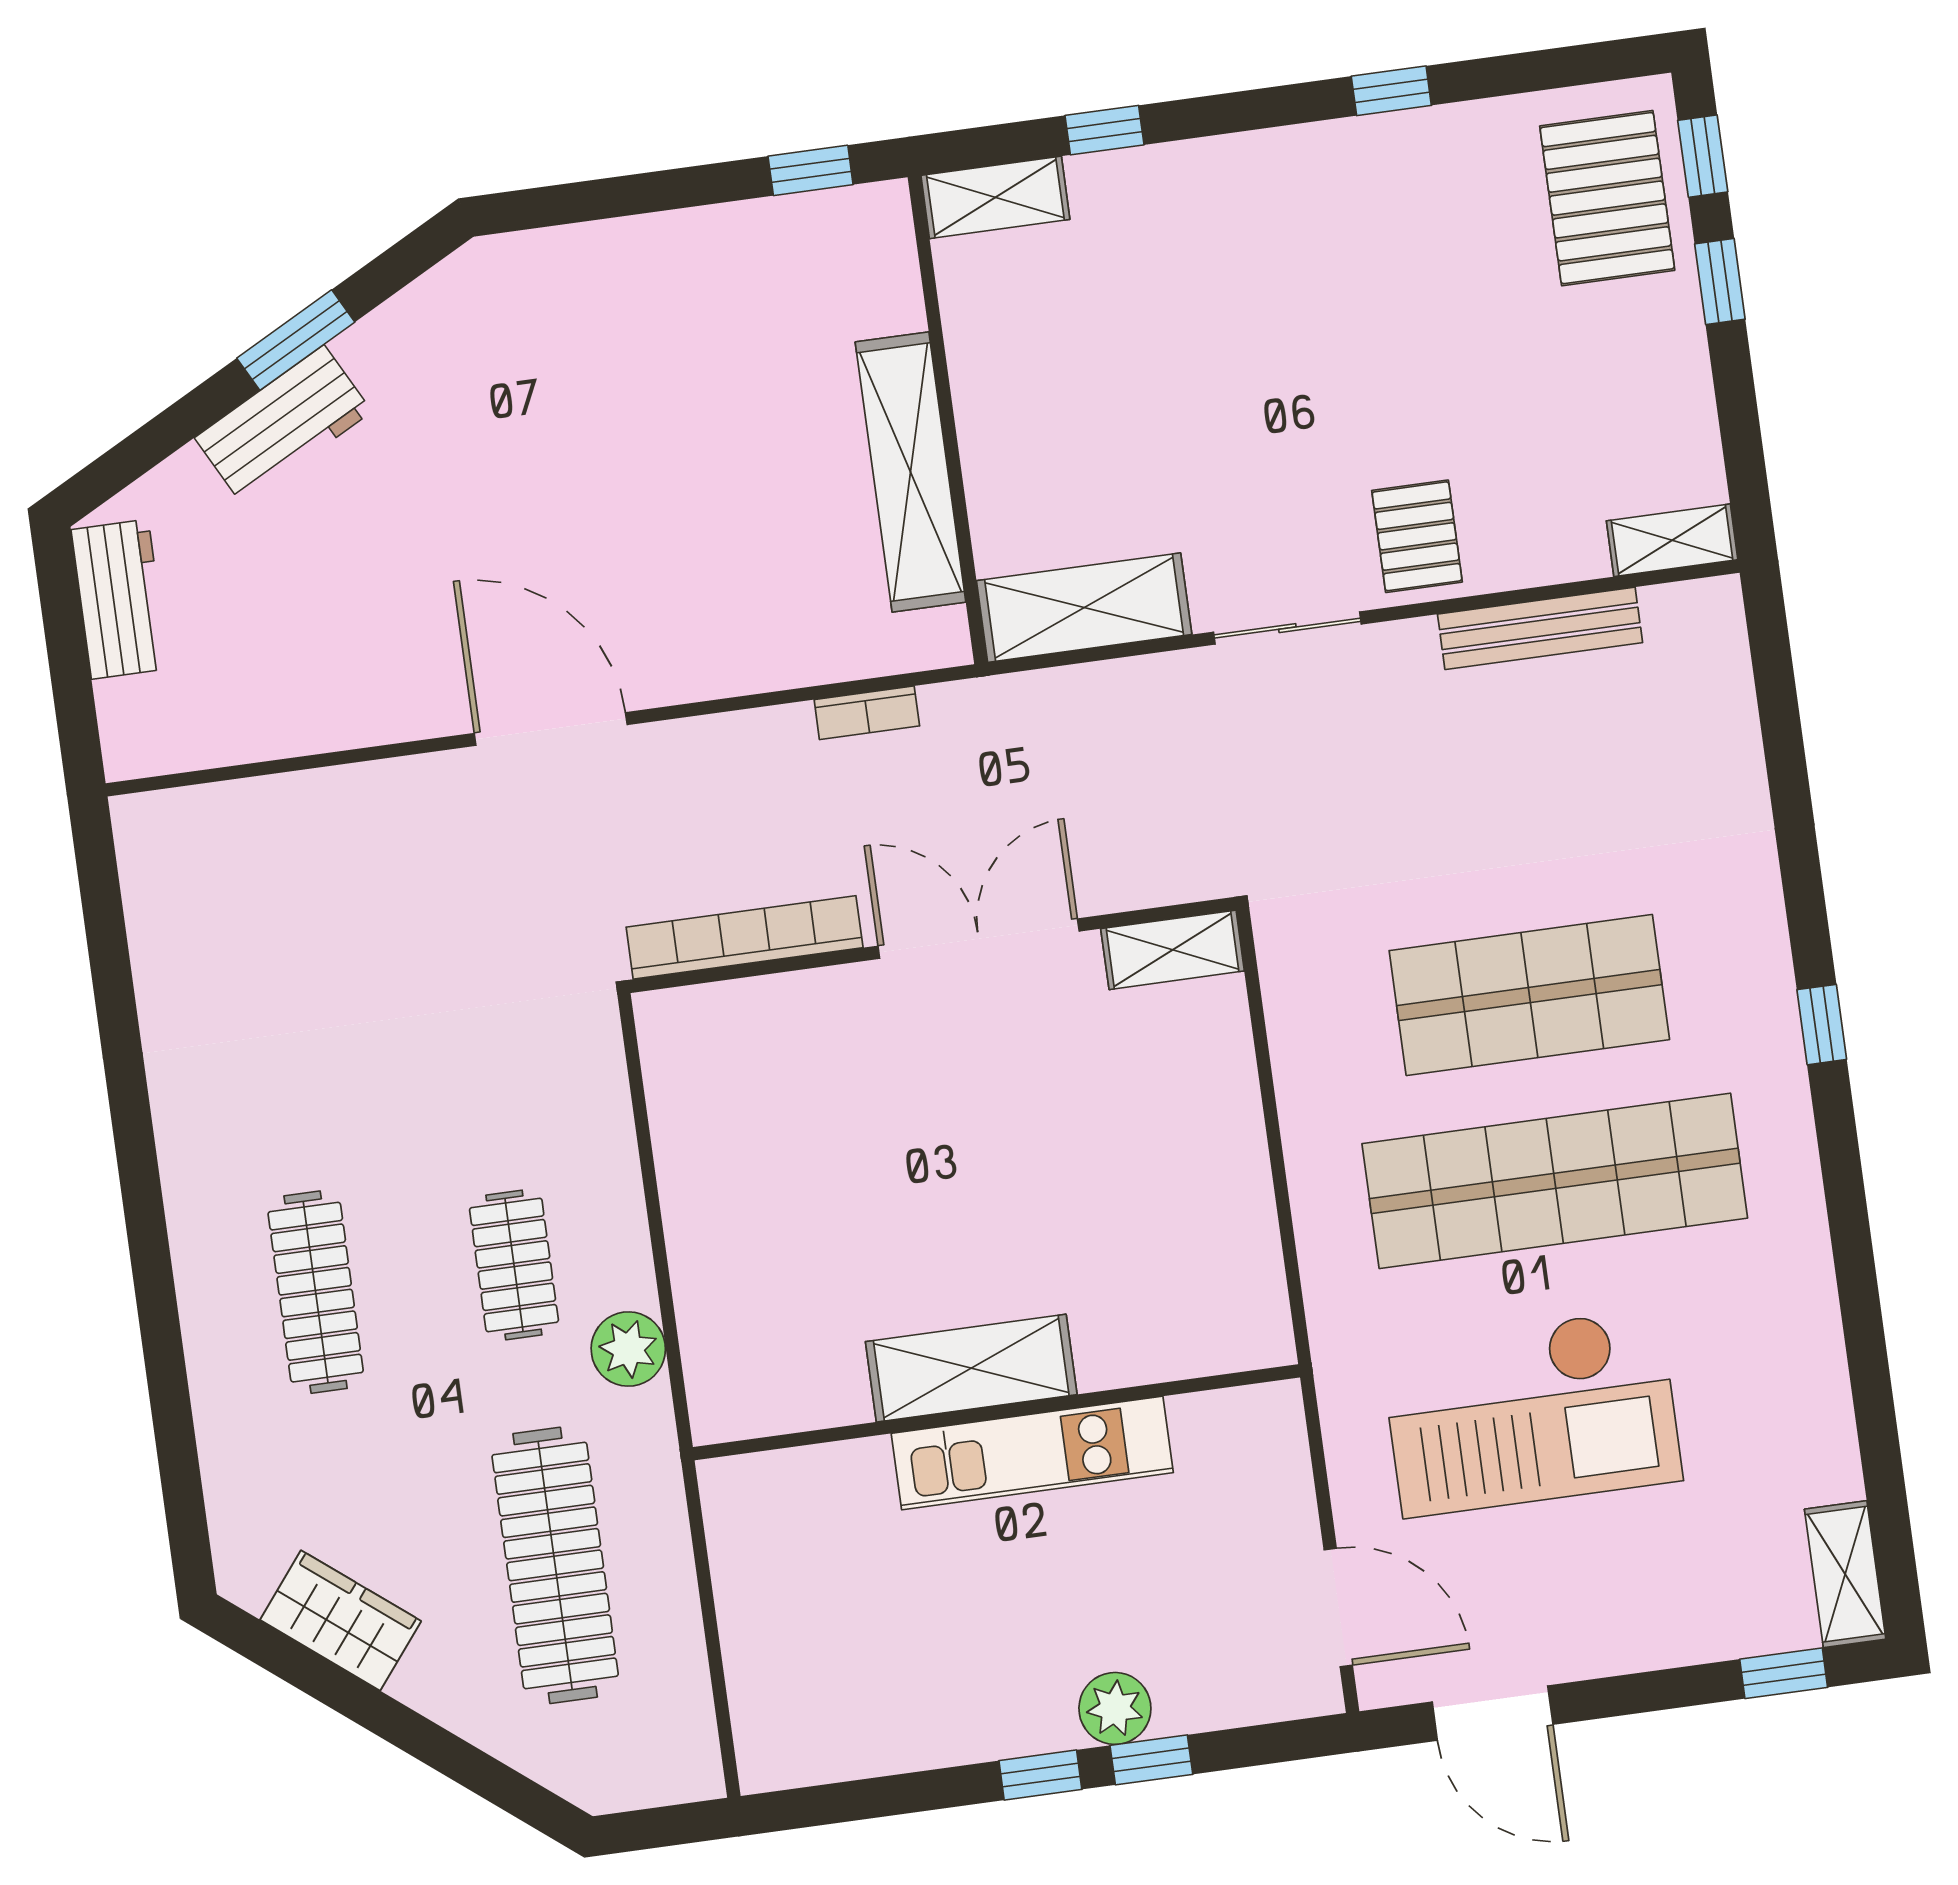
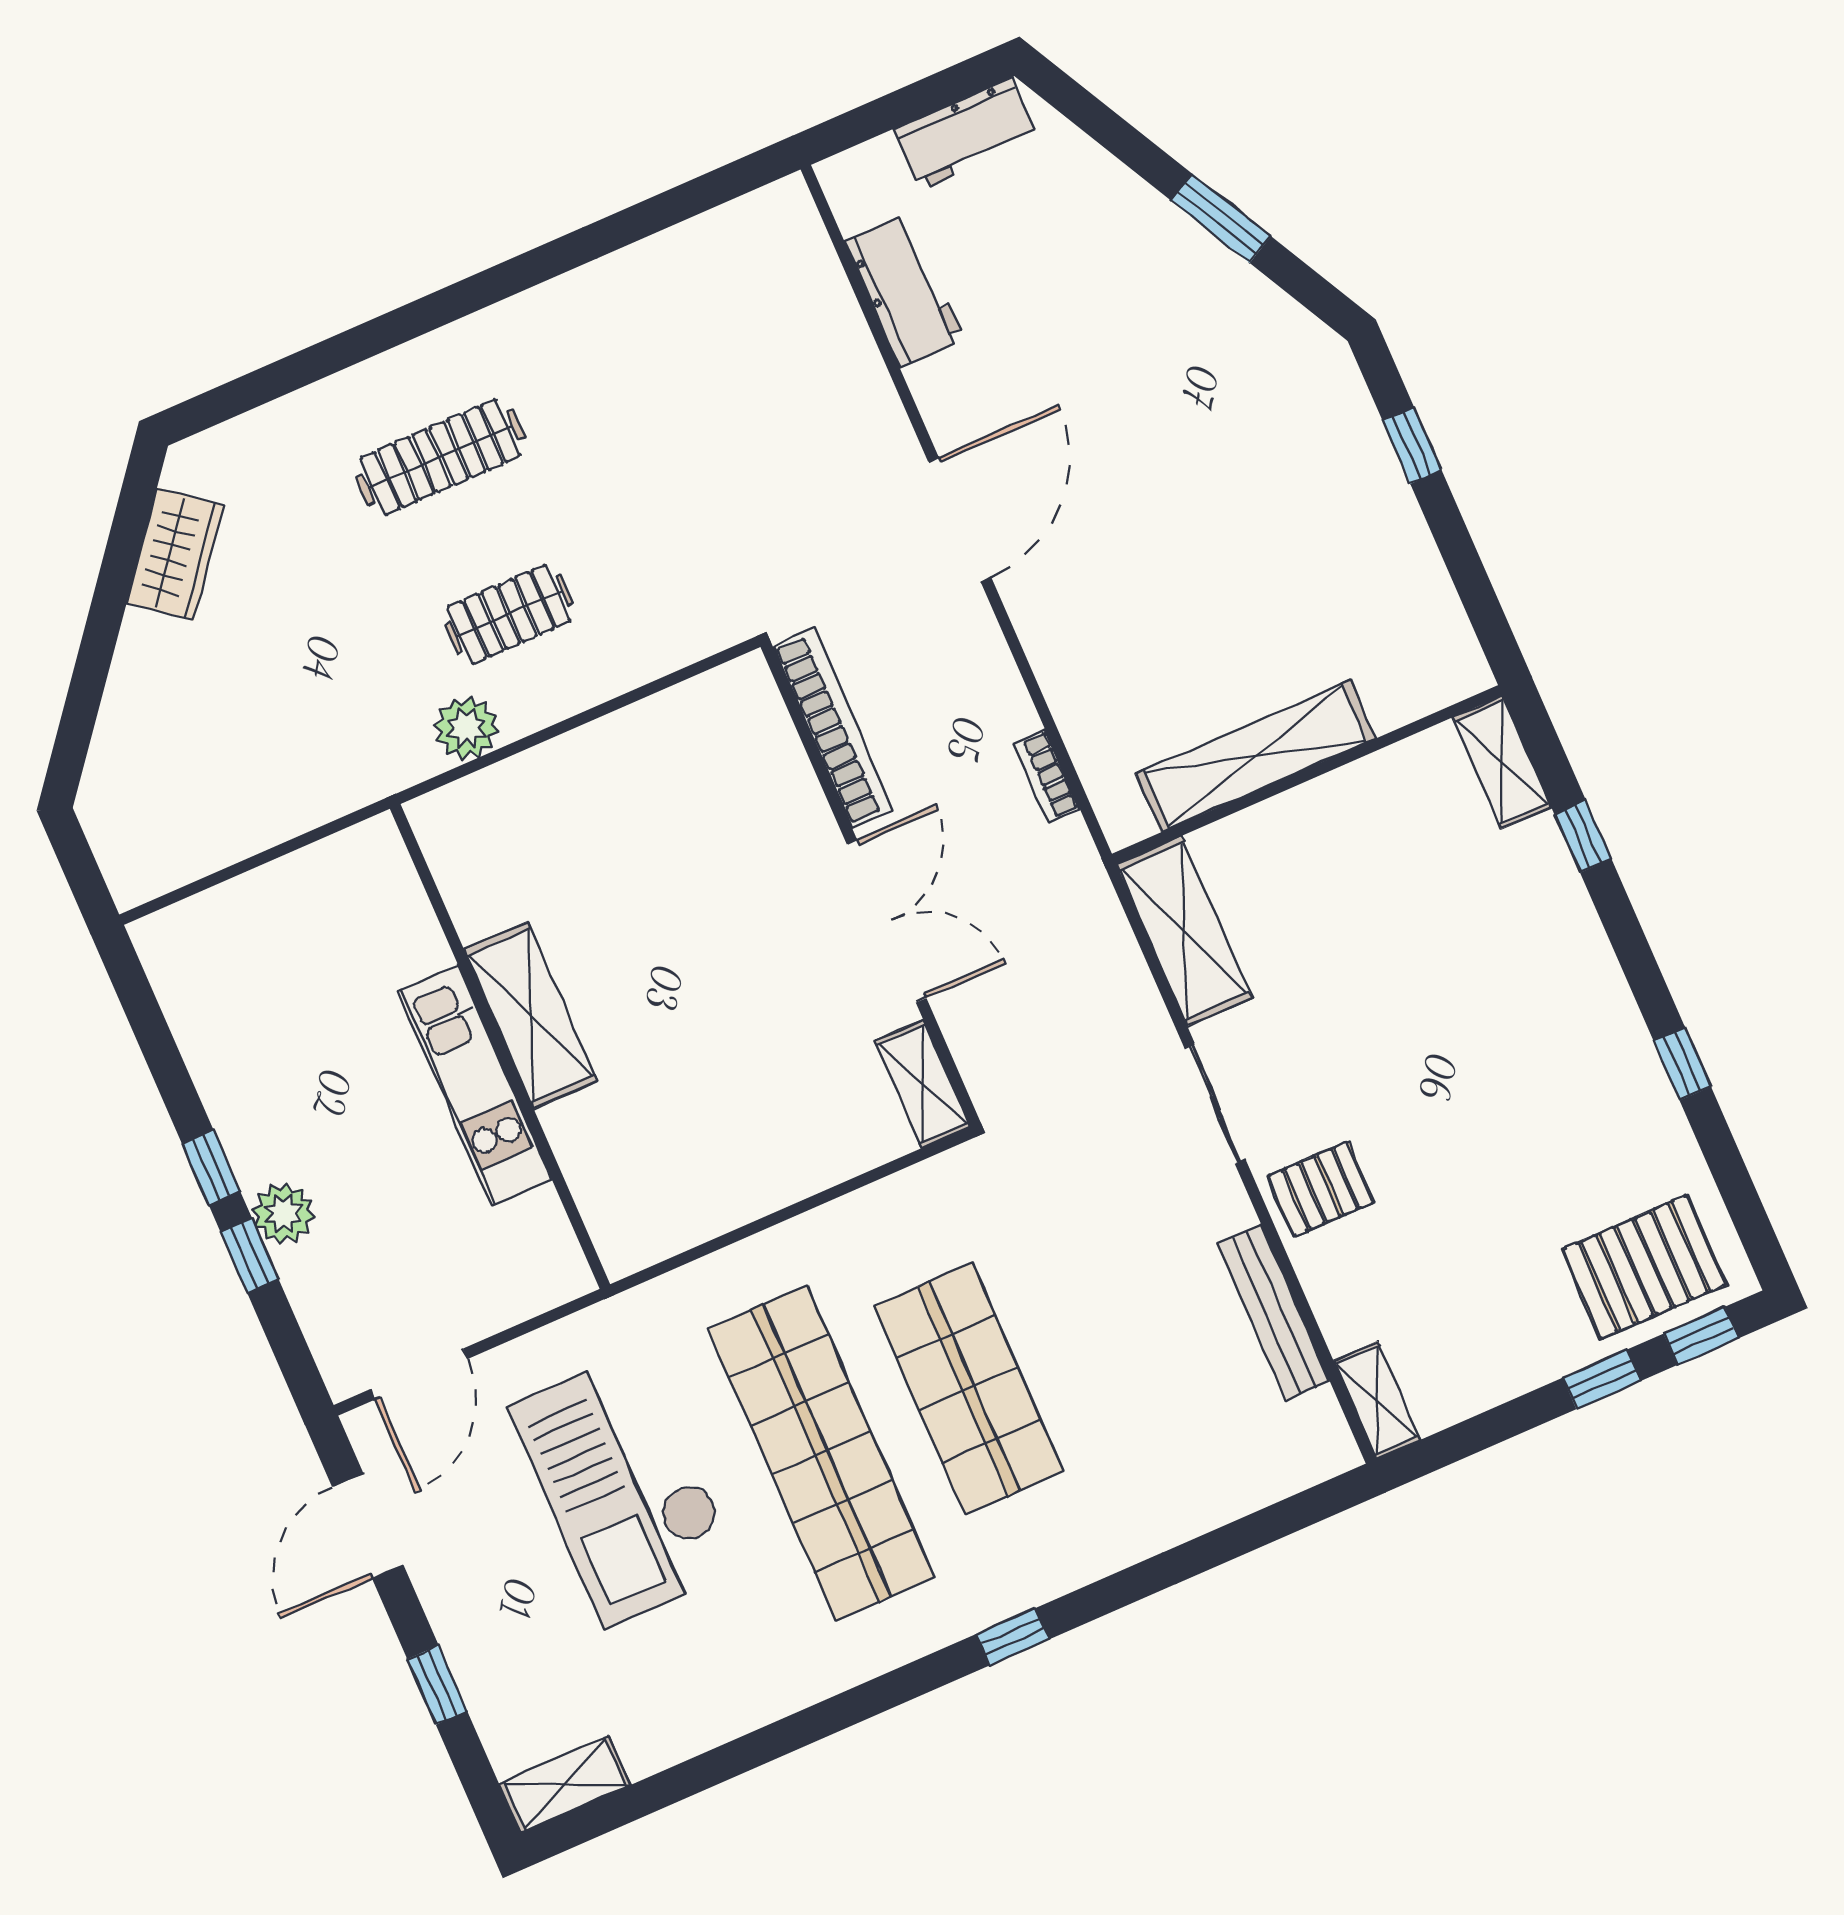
window: (811, 170) -> (1412, 445), moved
workbench: (283, 425) -> (904, 290), moved, turned -152
clothes rail: (555, 1565) -> (271, 718), removed
window: (1784, 1673) -> (437, 1685), moved

